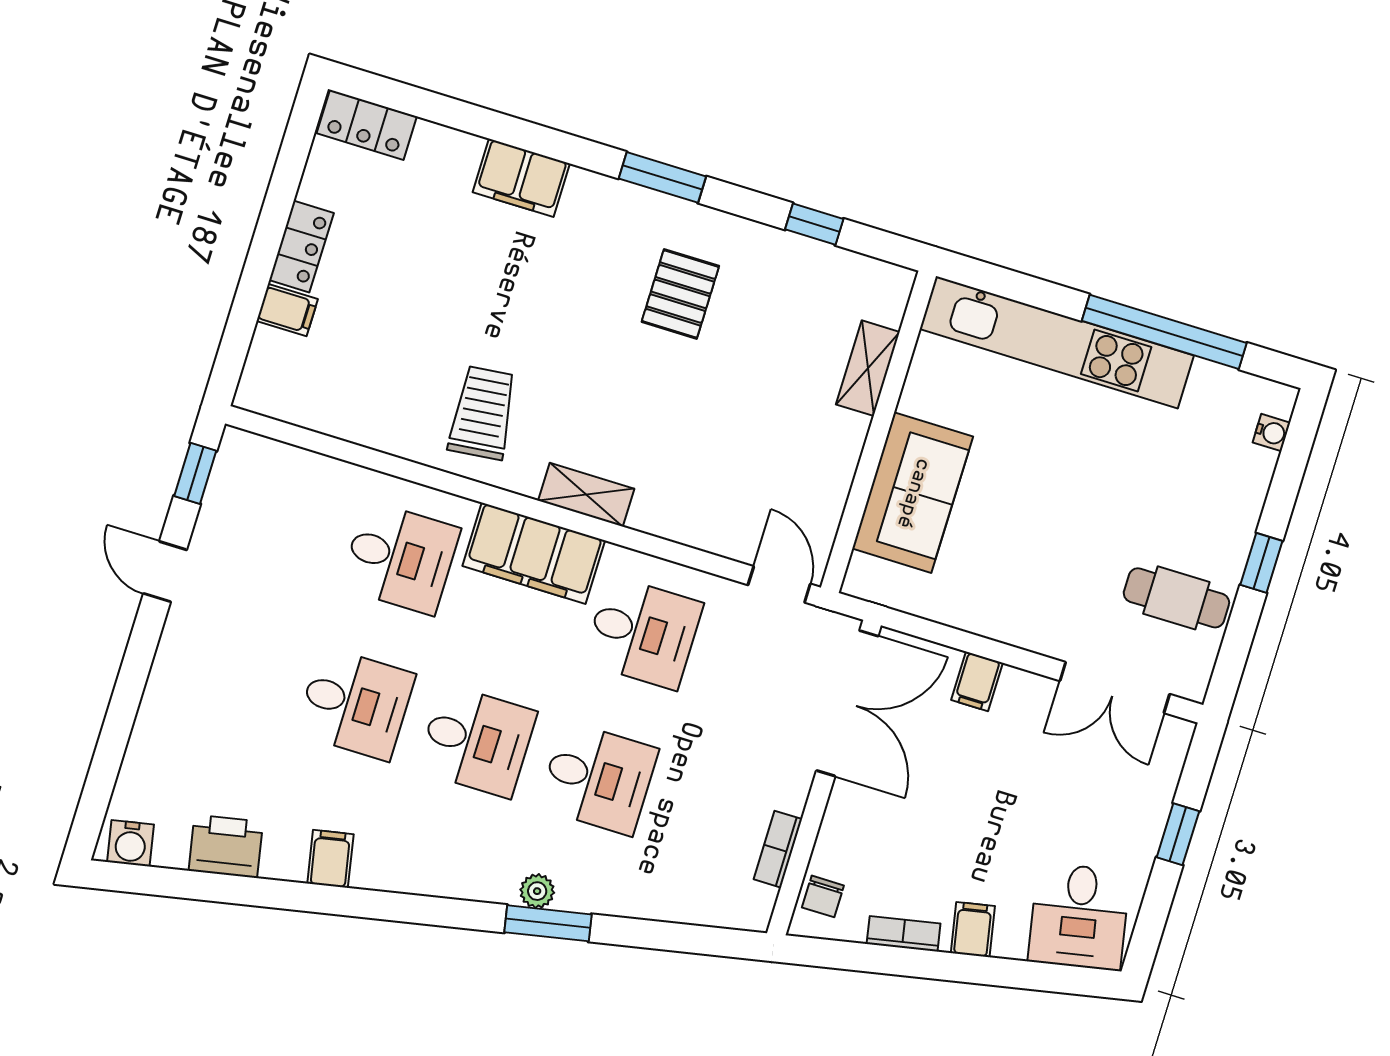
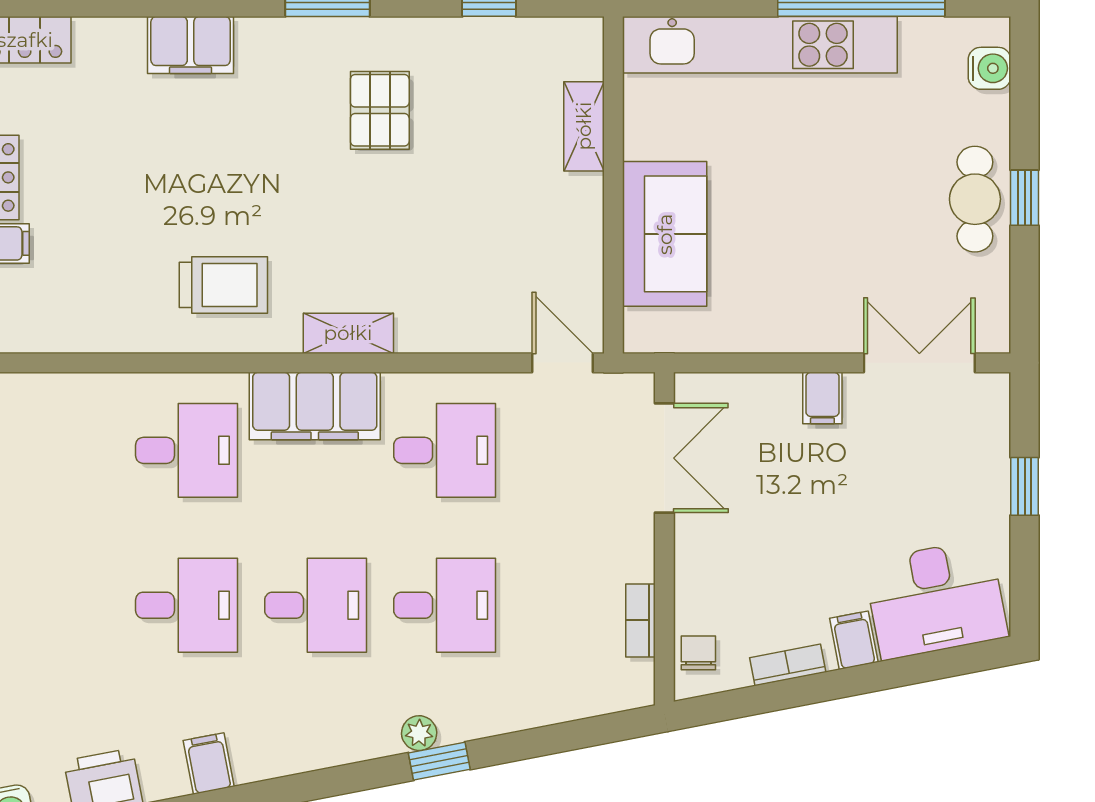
trolley: (483, 413) -> (223, 285), turned 96
water cooler: (1271, 433) -> (990, 68), width x1.38, depth x1.38
cafe table: (1176, 598) -> (975, 199), moved, turned 90
filing cabinet: (977, 681) -> (822, 398), moved
double door: (1115, 688) -> (919, 363), swing flipped
double door: (847, 703) -> (664, 458), width x0.73
chair: (823, 896) -> (698, 653), turned 180
desk: (1079, 916) -> (936, 599), width x1.37
window: (548, 923) -> (439, 761), width x0.67

